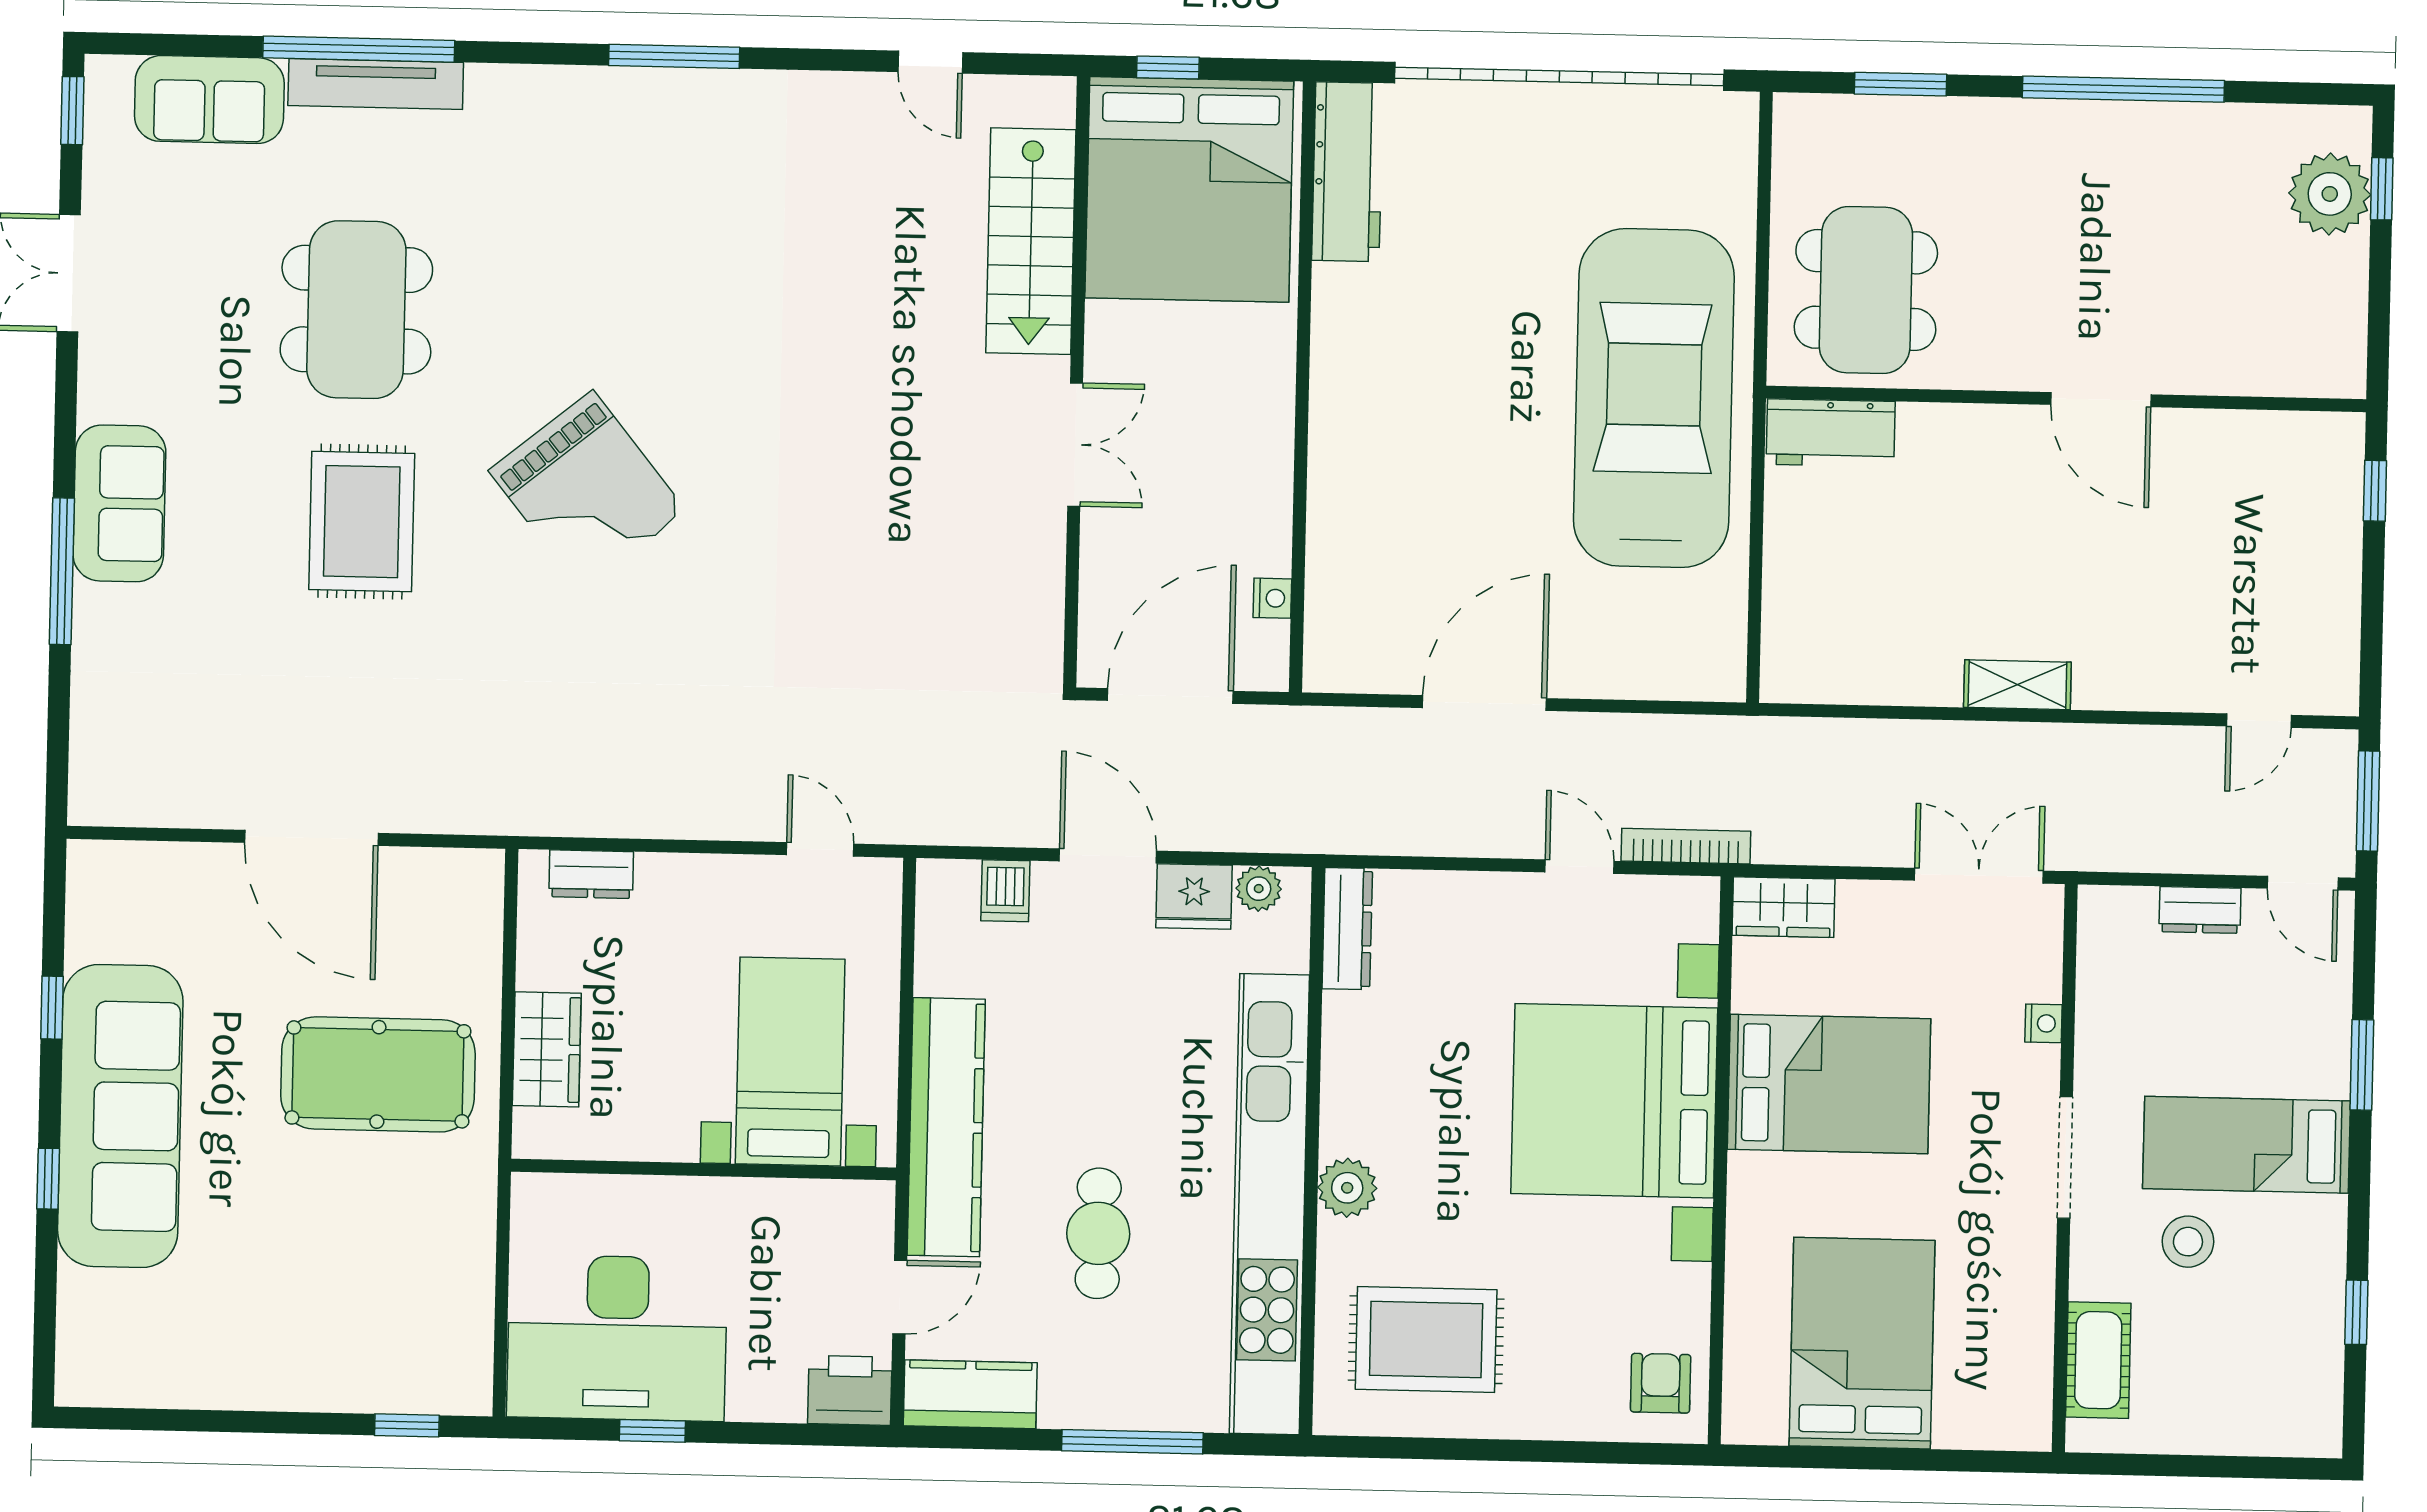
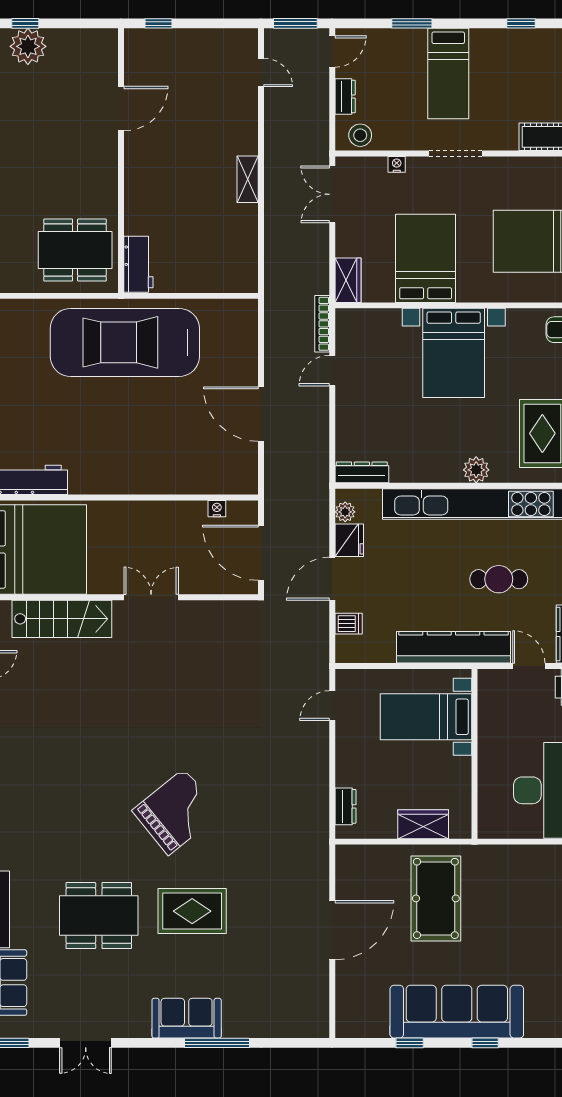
door: (2101, 400) -> (121, 109), moved
bed with nightstands: (1614, 1101) -> (454, 353), width x0.73
stool: (2188, 1242) -> (360, 135), moved

